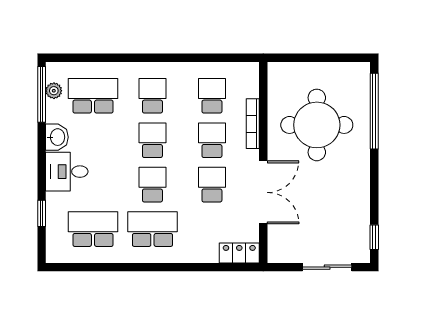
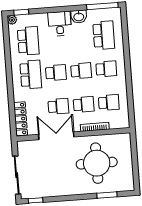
plant: (54, 91) -> (12, 20), moved
window: (374, 111) -> (107, 195), width x0.47
double door: (263, 192) -> (56, 136), swing flipped
window: (42, 213) -> (21, 12), moved
locker: (239, 253) -> (21, 119), width x1.53
sliding door: (327, 267) -> (17, 175), width x1.37

